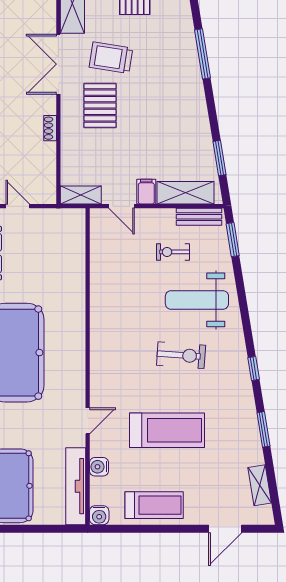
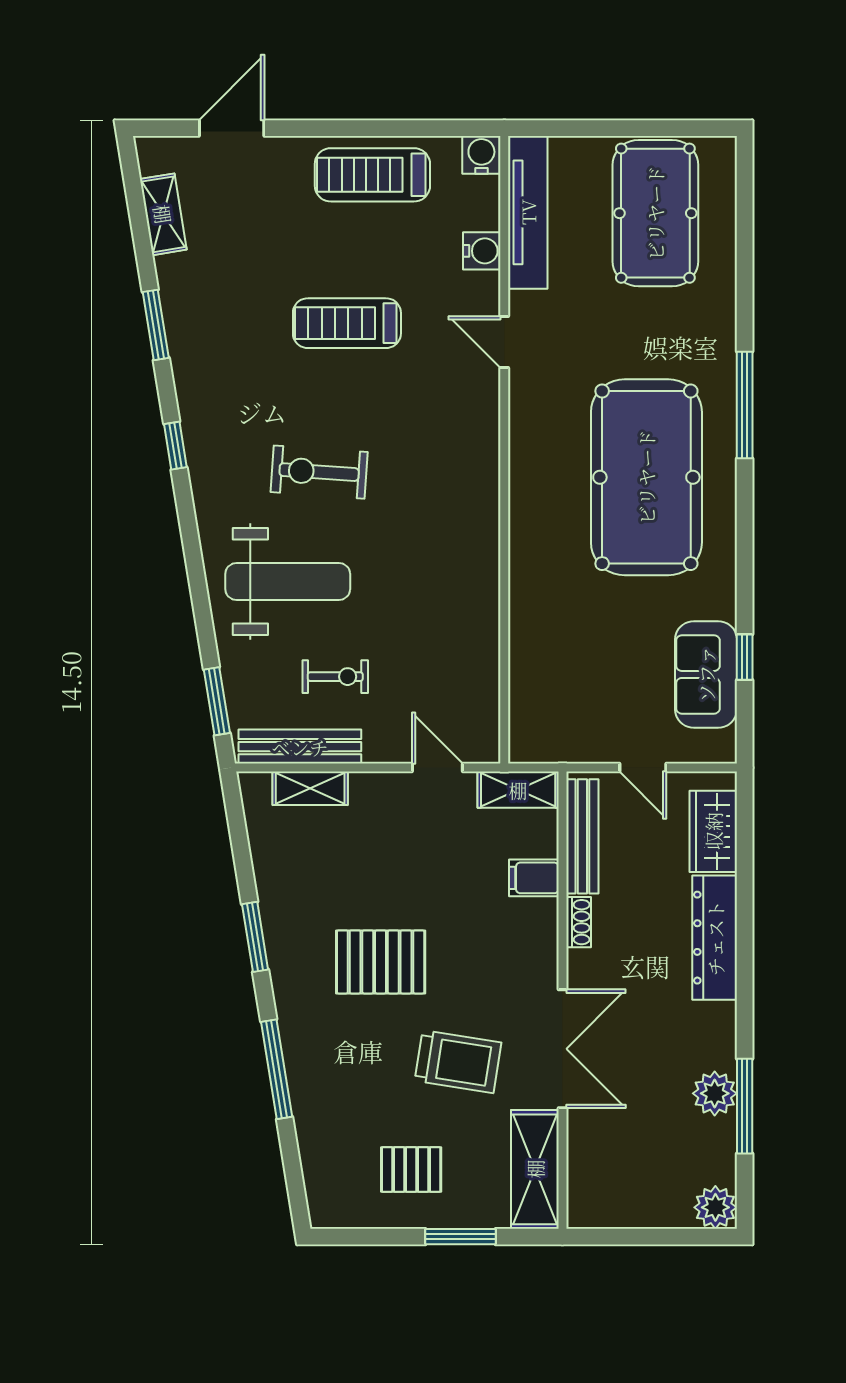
pallet: (100, 105) -> (381, 962), moved, turned 90
window: (219, 158) -> (255, 937), moved
bench: (48, 171) -> (582, 836), added
filing cabinet: (146, 192) -> (534, 878), moved, turned 90
shelving: (186, 193) -> (310, 788), width x0.67, depth x0.75
bench: (199, 217) -> (300, 747), width x1.36
door: (88, 421) -> (504, 342), hinge flipped
treadmill: (167, 430) -> (347, 323), width x0.73, depth x0.73

